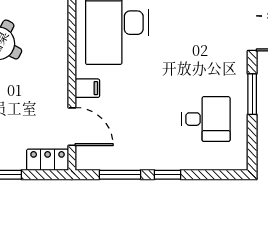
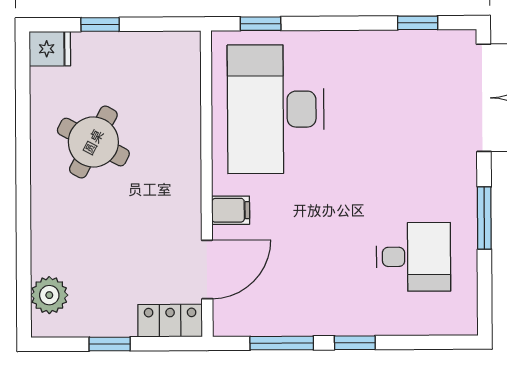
door: (72, 127) -> (207, 270), hinge flipped

